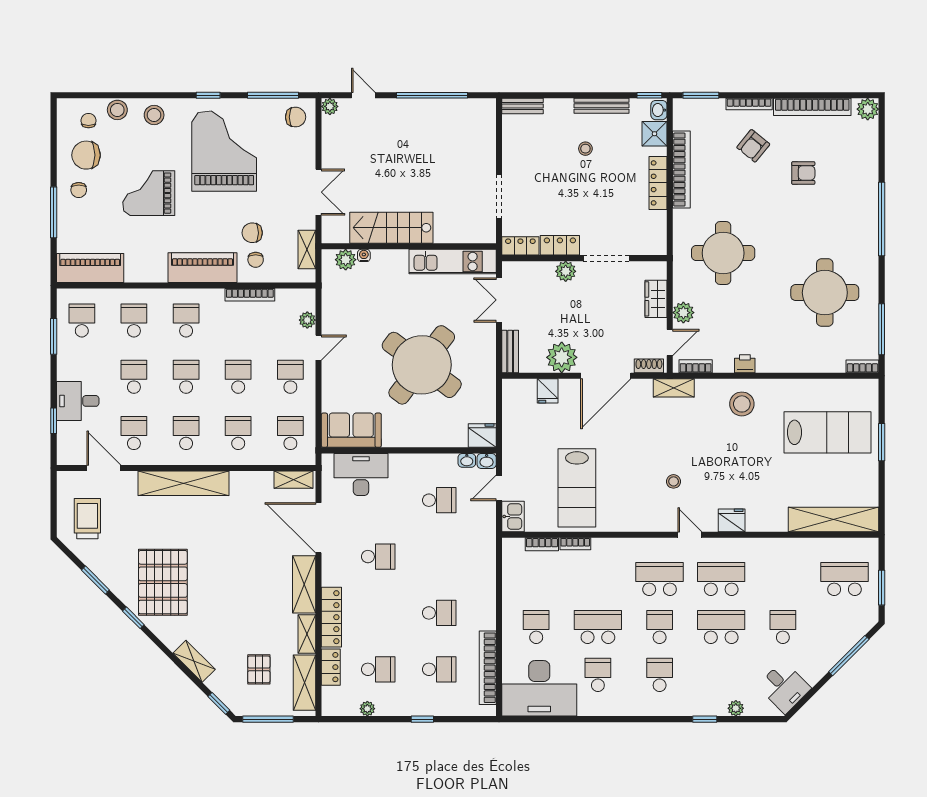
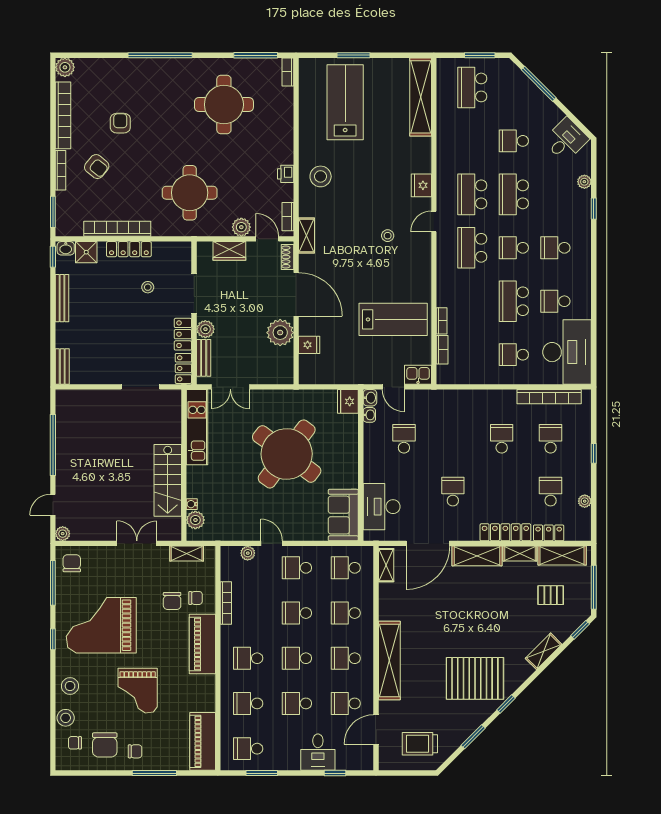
stool: (585, 149) -> (148, 287), moved
bench: (510, 351) -> (204, 358), moved, turned 90

